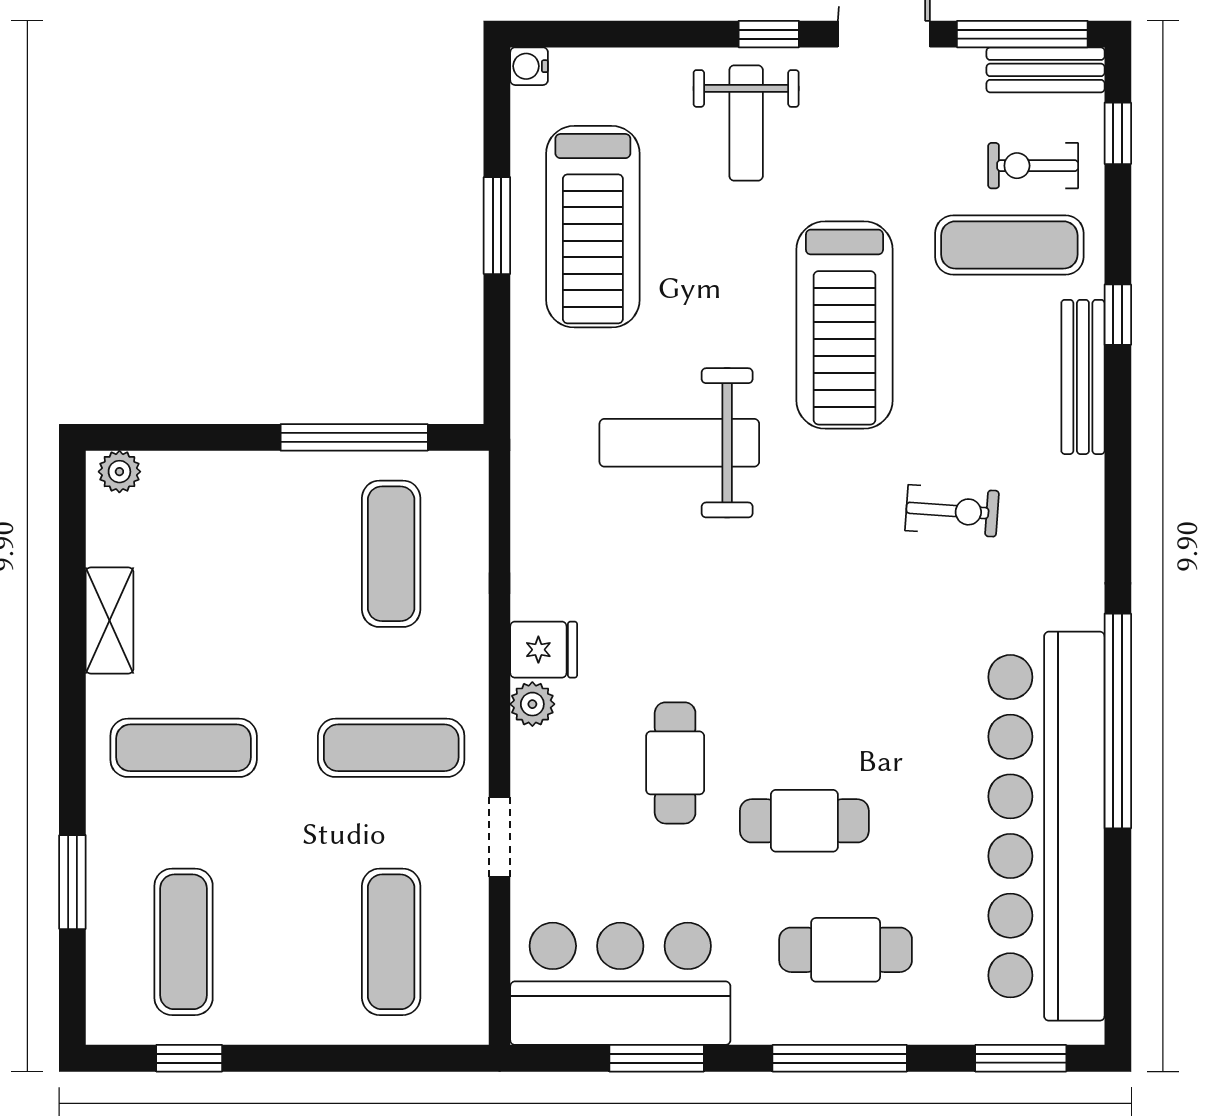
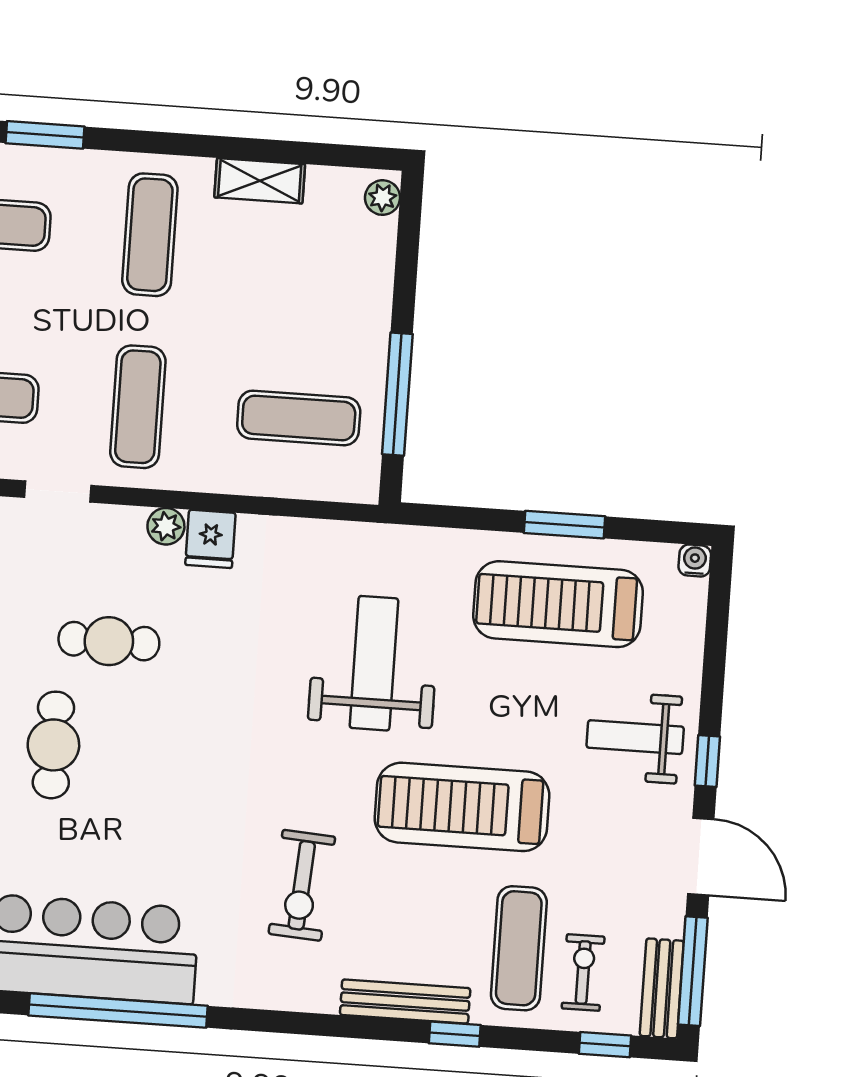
exercise bike: (952, 511) -> (302, 885), width x1.38, depth x1.39

